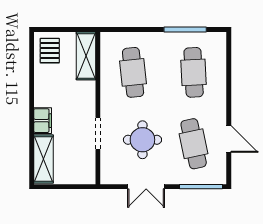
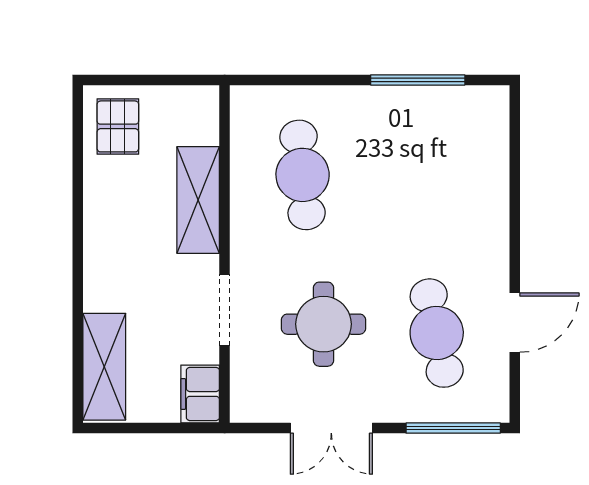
shelving: (86, 56) -> (198, 200), moved
cafe table: (194, 72) -> (437, 175), removed
filing cabinet: (43, 121) -> (200, 394), moved, turned 180
door: (229, 139) -> (515, 323), hinge flipped

